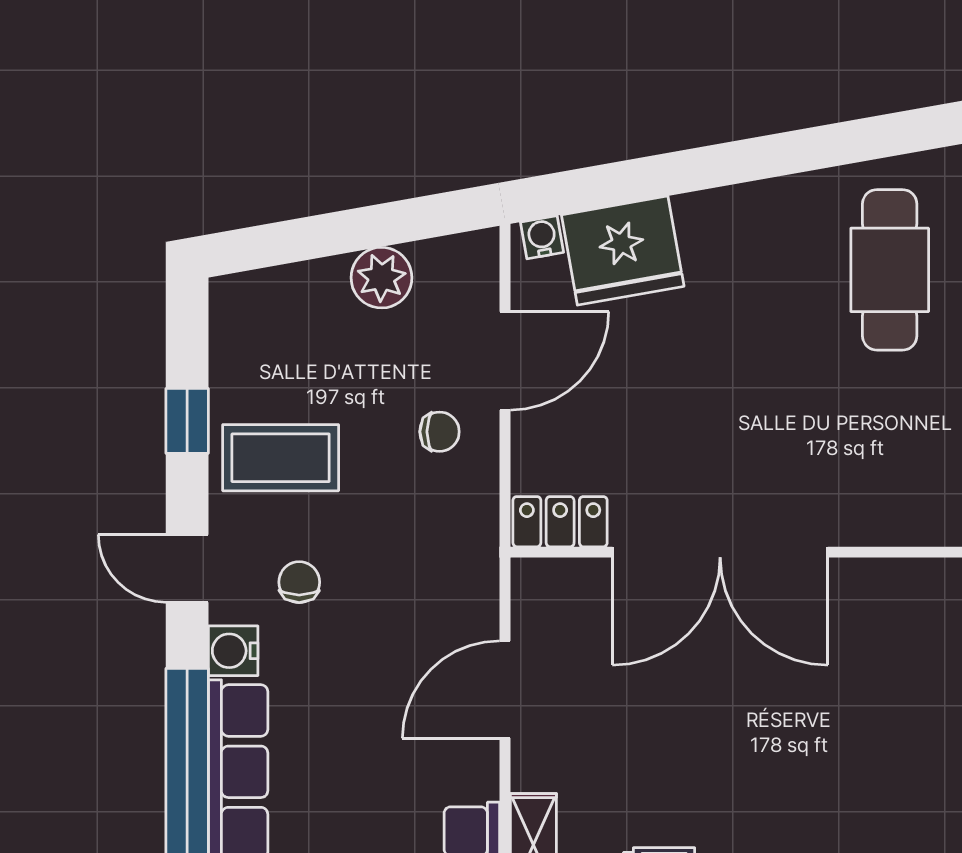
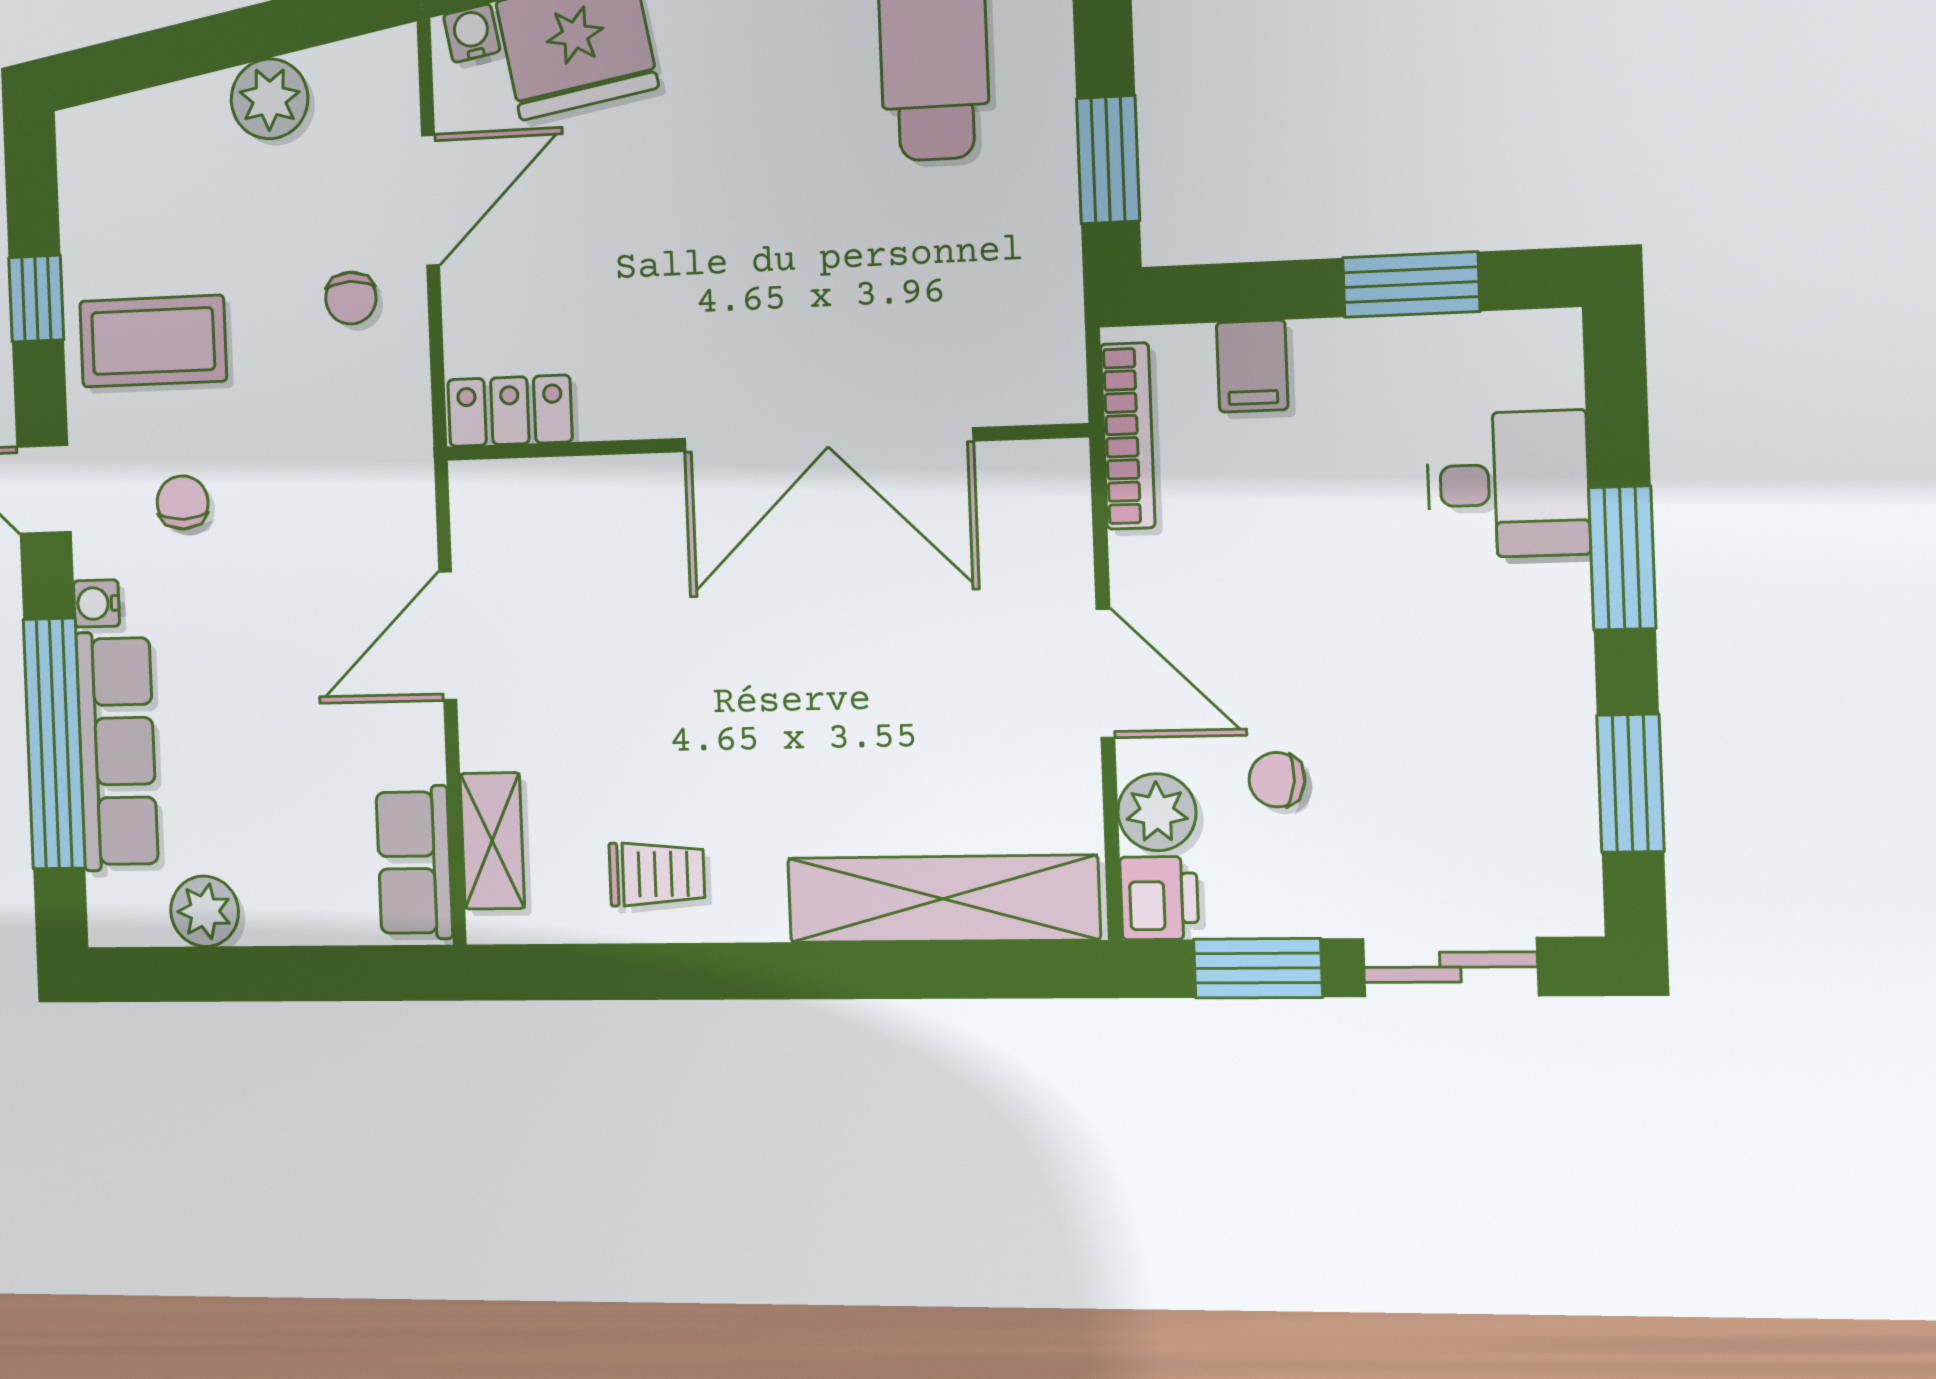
chair: (440, 432) -> (351, 298), turned 90
double door: (720, 552) -> (828, 440), moved
water cooler: (233, 651) -> (96, 603), width x0.72, depth x0.72

